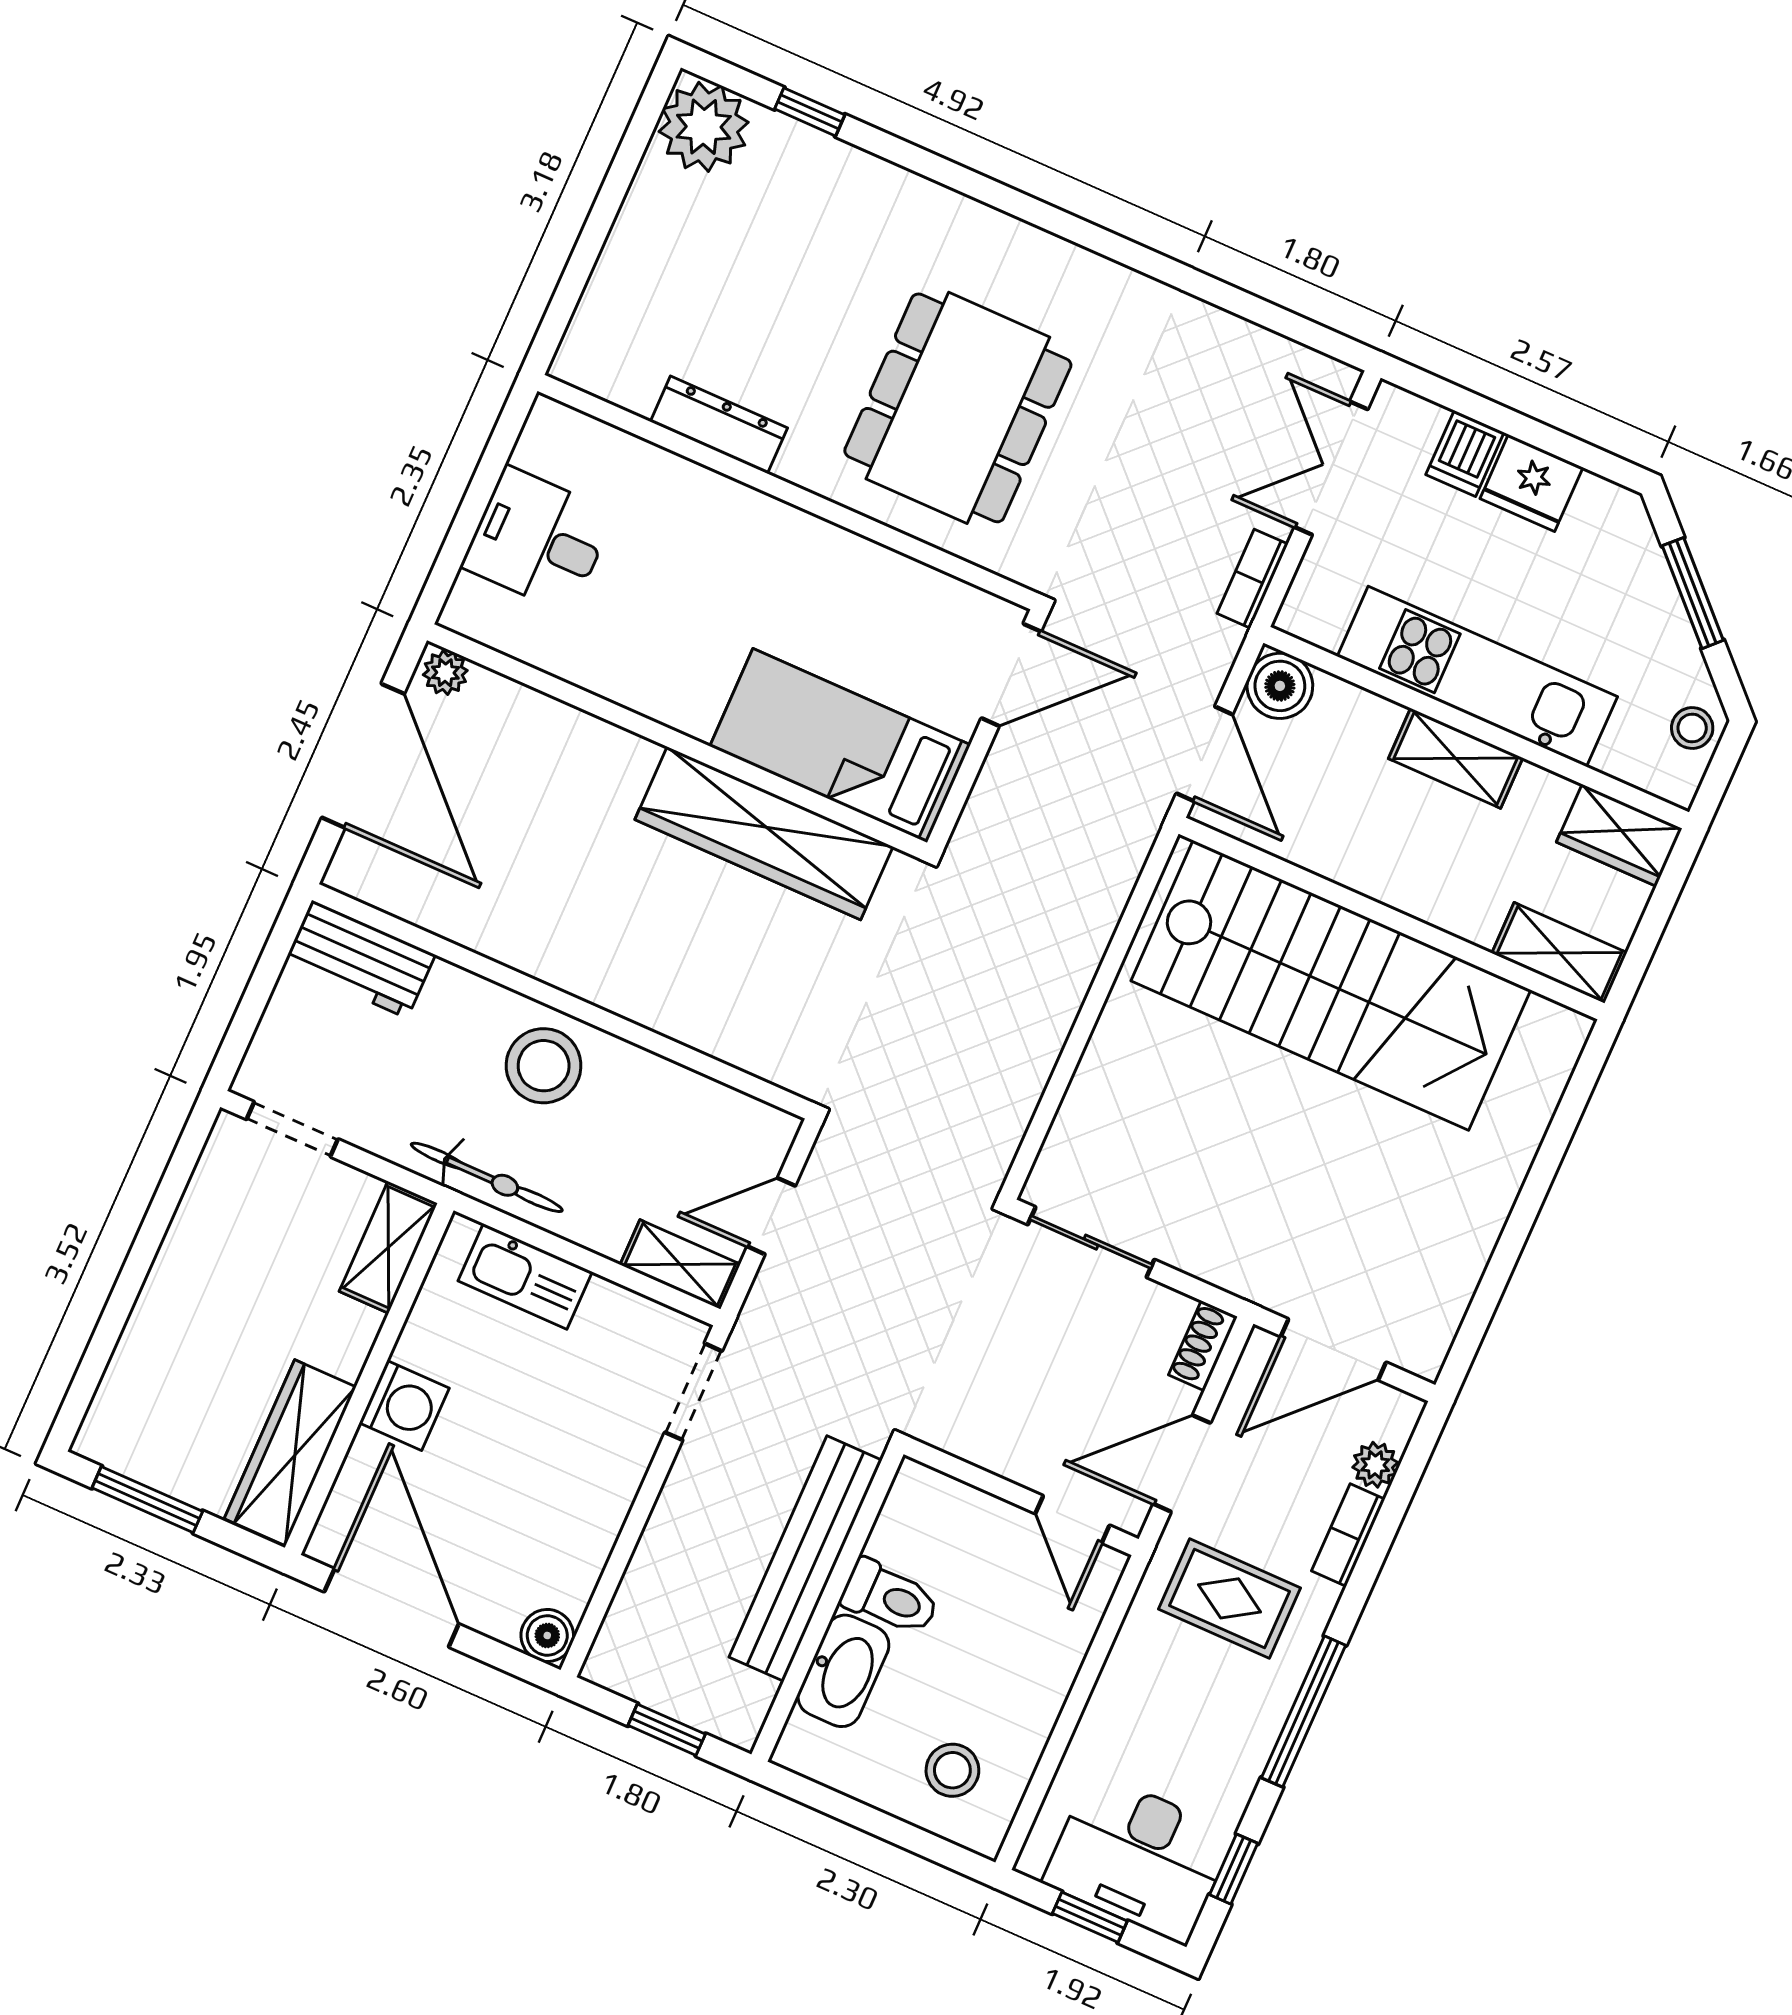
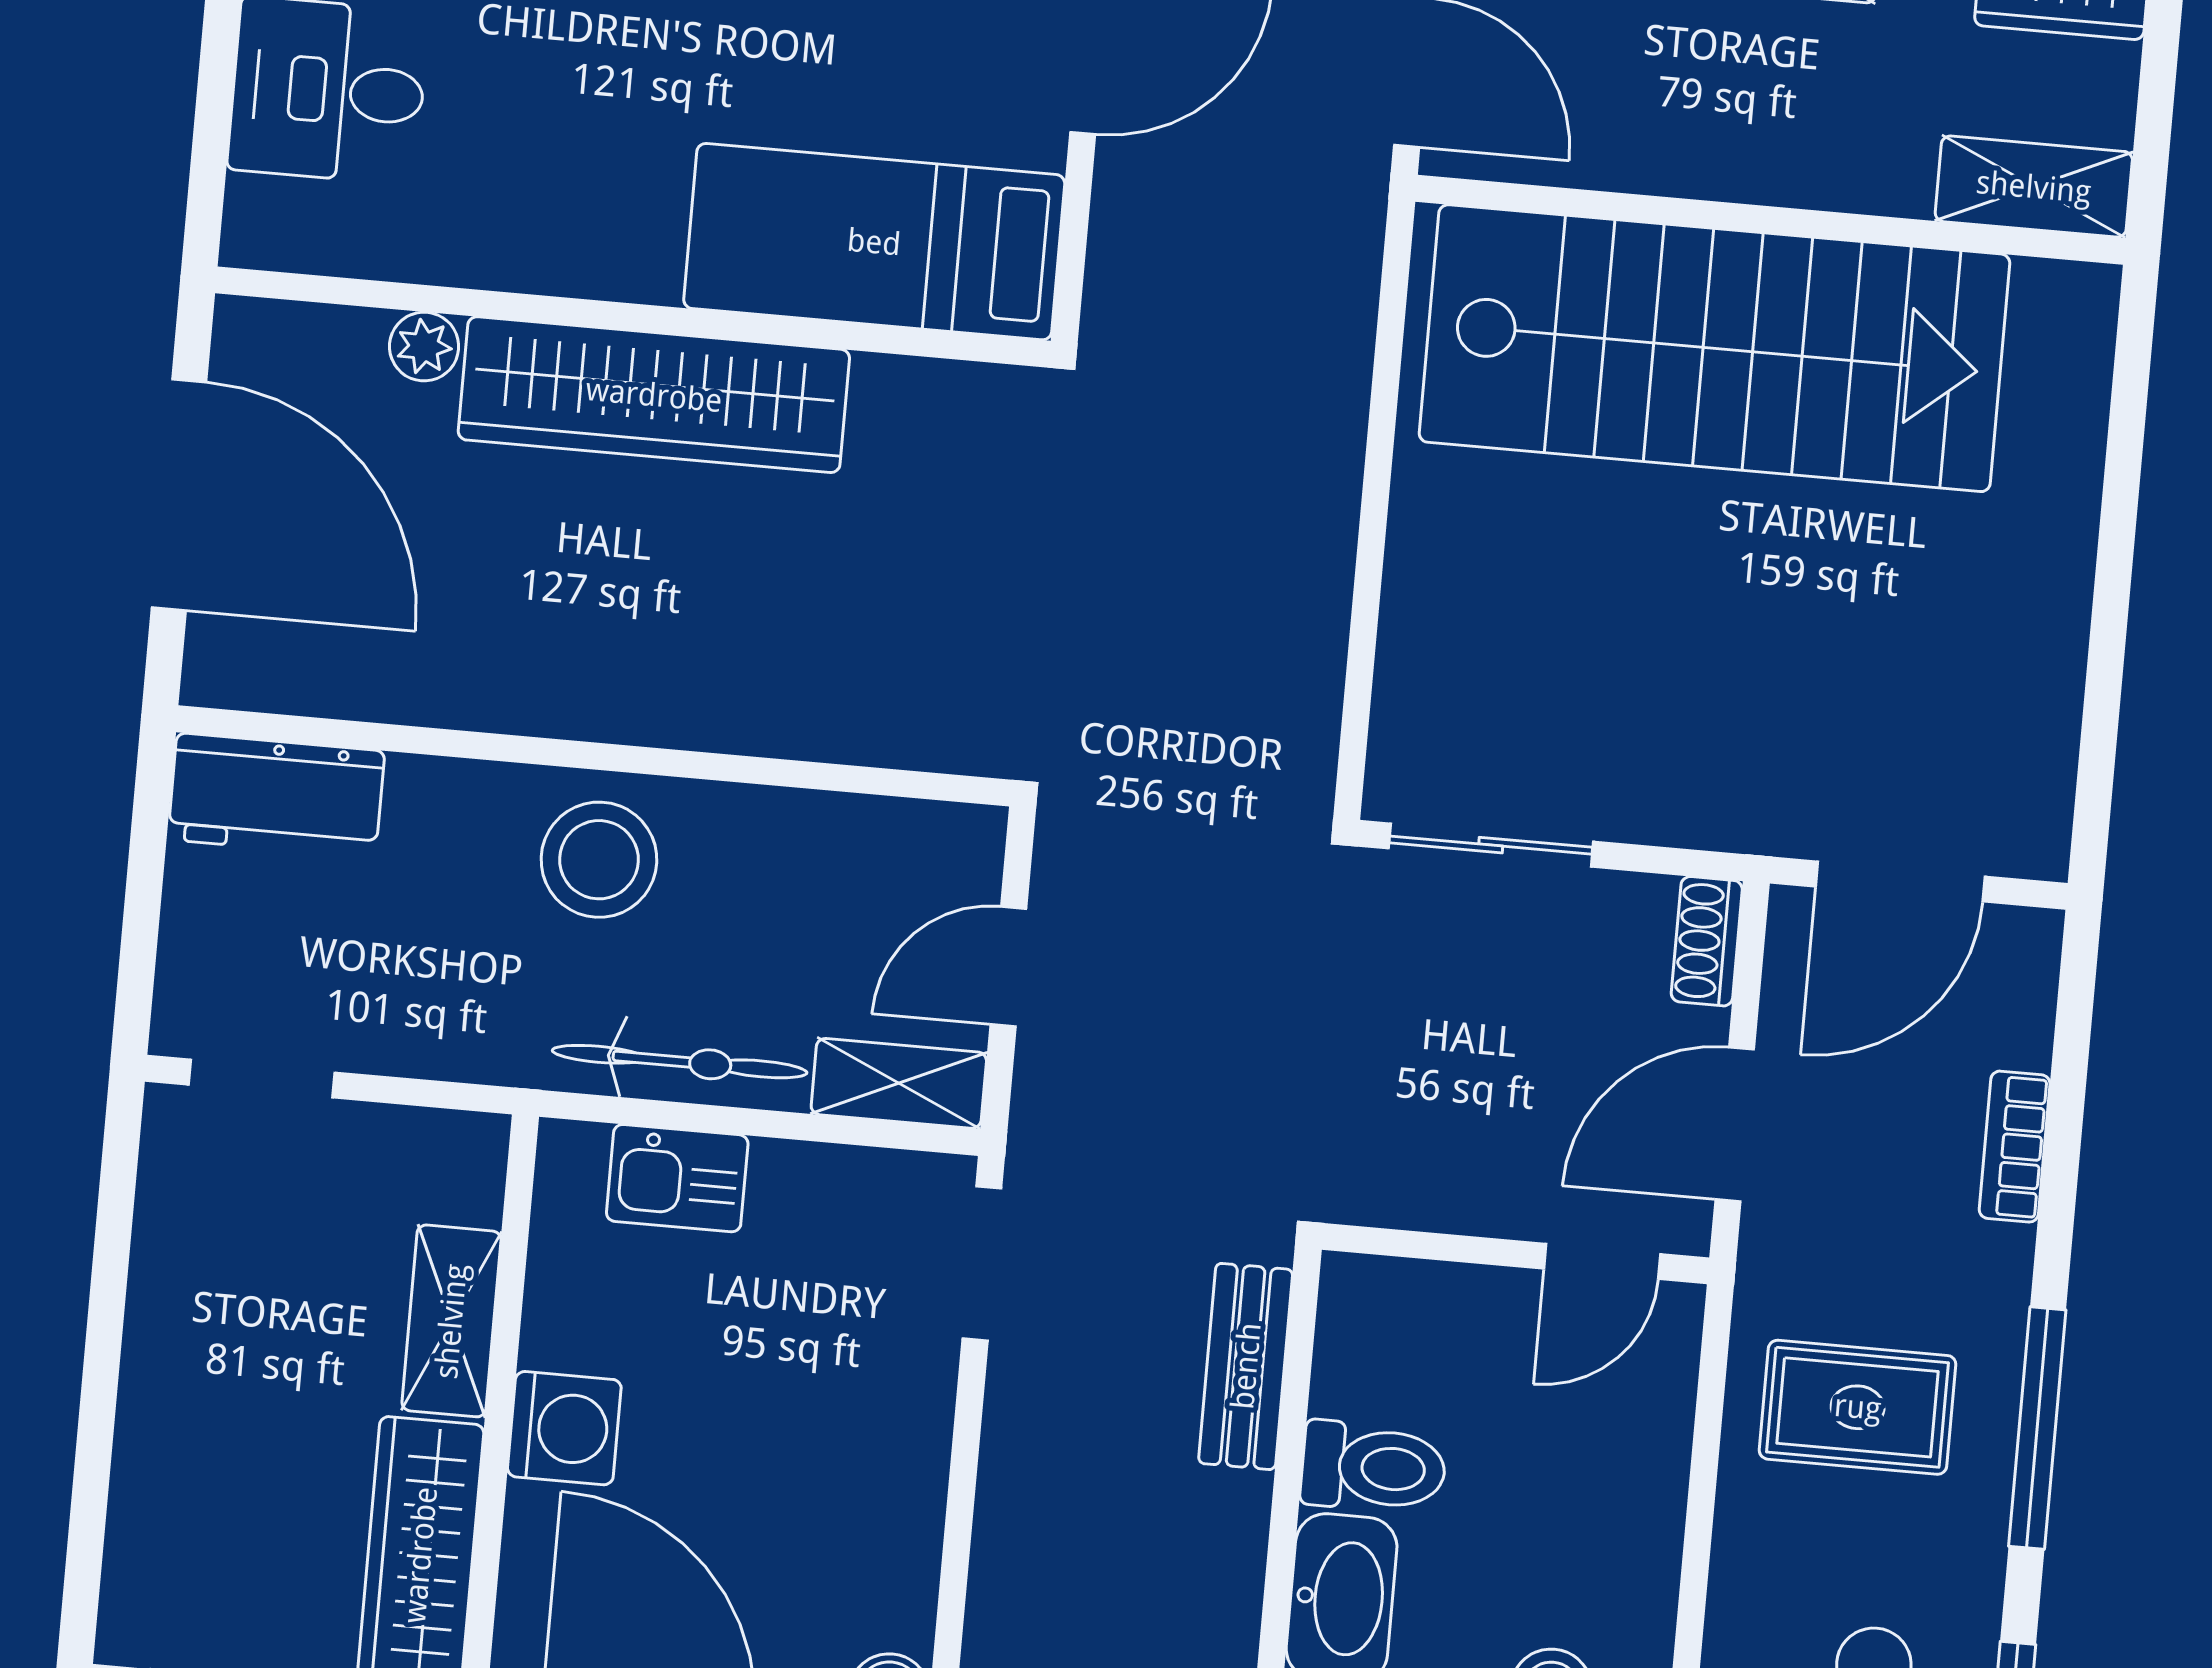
plant: (445, 673) -> (424, 347), moved
wardrobe: (764, 833) -> (654, 395), moved
bicycle: (487, 1177) -> (680, 1062), moved
shelving: (388, 1247) -> (451, 1321), moved
kitchen sink: (525, 1276) -> (677, 1178), width x0.73
plant: (1375, 1465) -> (2019, 1030), removed
door: (1072, 1519) -> (1602, 1261), hinge flipped
bench: (805, 1559) -> (1246, 1366), width x0.54, depth x0.82
rug: (1230, 1598) -> (1858, 1407), moved

